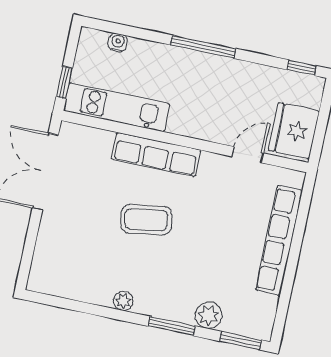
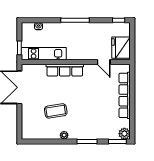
door: (248, 155) -> (104, 62), swing flipped
coffee table: (146, 220) -> (56, 111), moved
plant: (209, 315) -> (124, 134), moved

